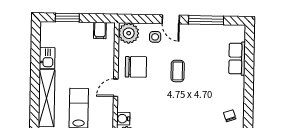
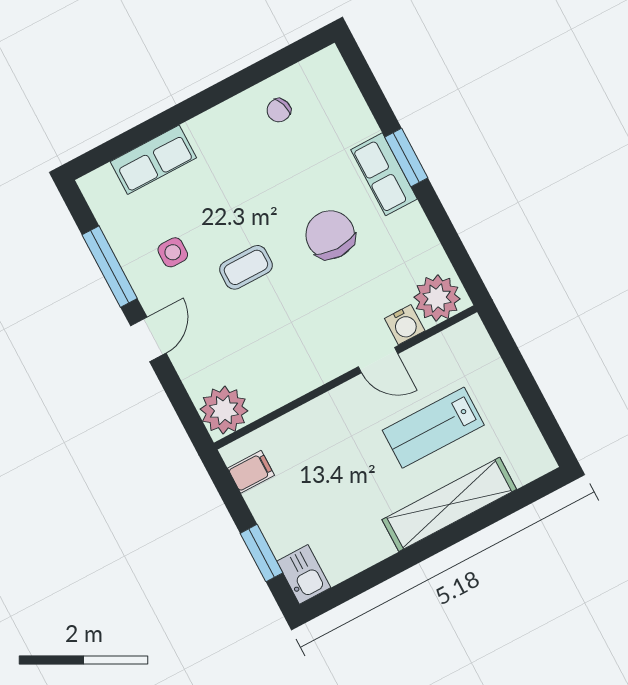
side table: (155, 37) -> (173, 252), moved
kitchen sink: (47, 58) -> (304, 574), moved, turned 90
chair: (136, 67) -> (330, 235), moved
door: (116, 88) -> (378, 360), moved

